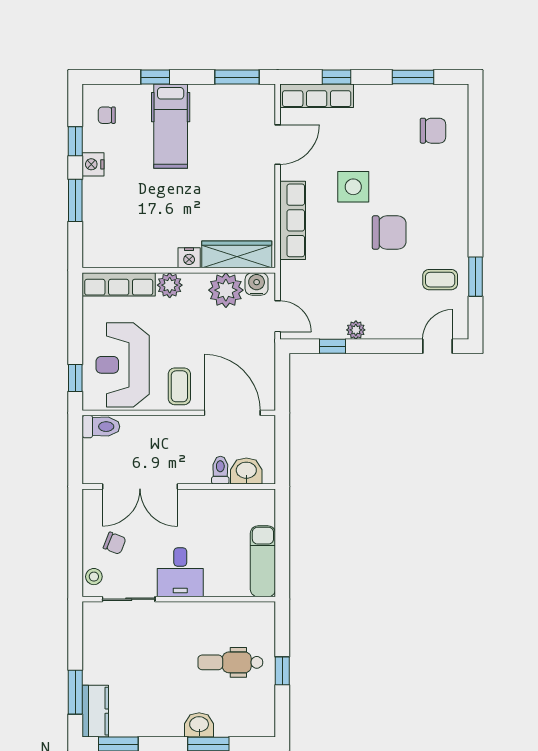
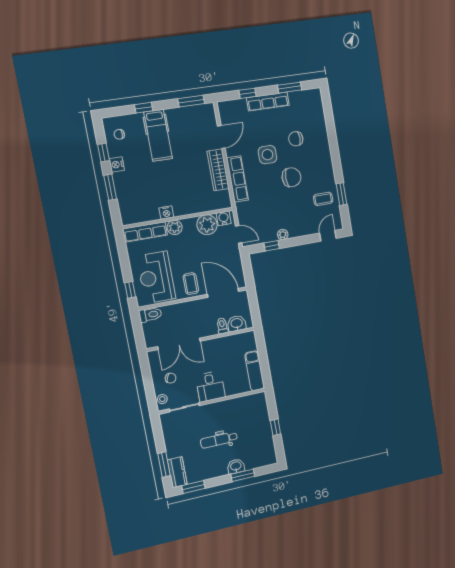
row of seats: (317, 96) -> (268, 102), moved
chair: (433, 131) -> (296, 139), moved, turned 180
wardrobe: (237, 254) -> (218, 170), moved, turned -90
nightstand: (189, 258) -> (166, 213), moved
dental chair: (230, 662) -> (219, 440), moved

